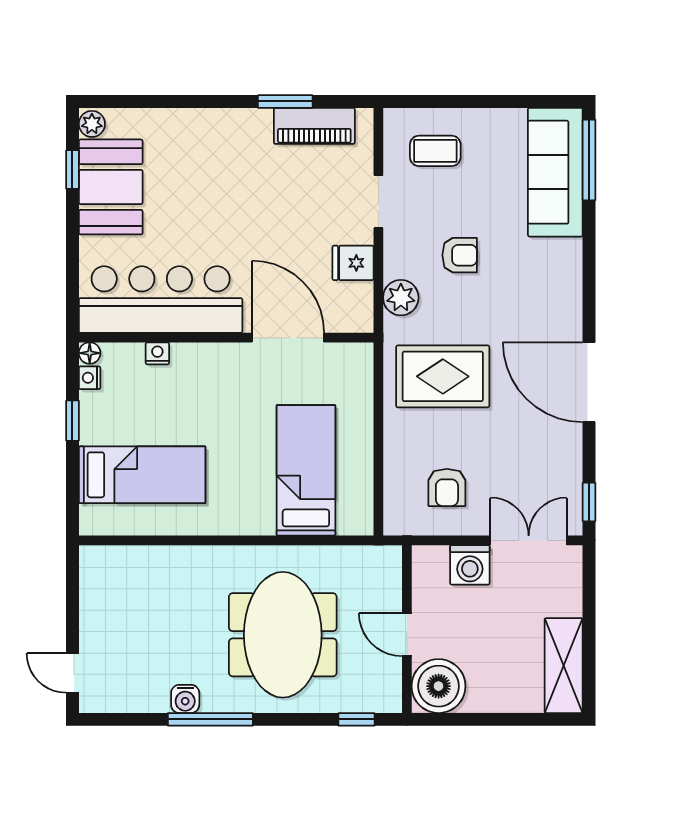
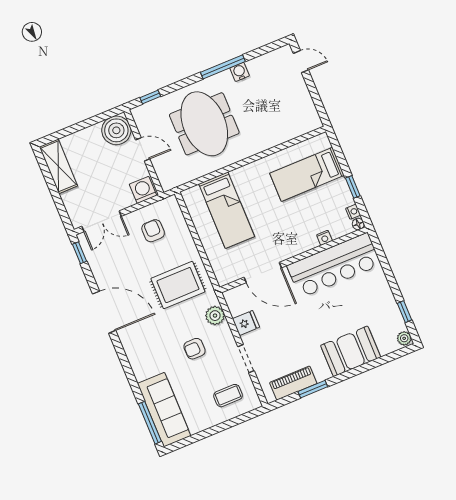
booth: (111, 187) -> (351, 351), moved, turned 90
washing machine: (470, 565) -> (143, 190), moved

